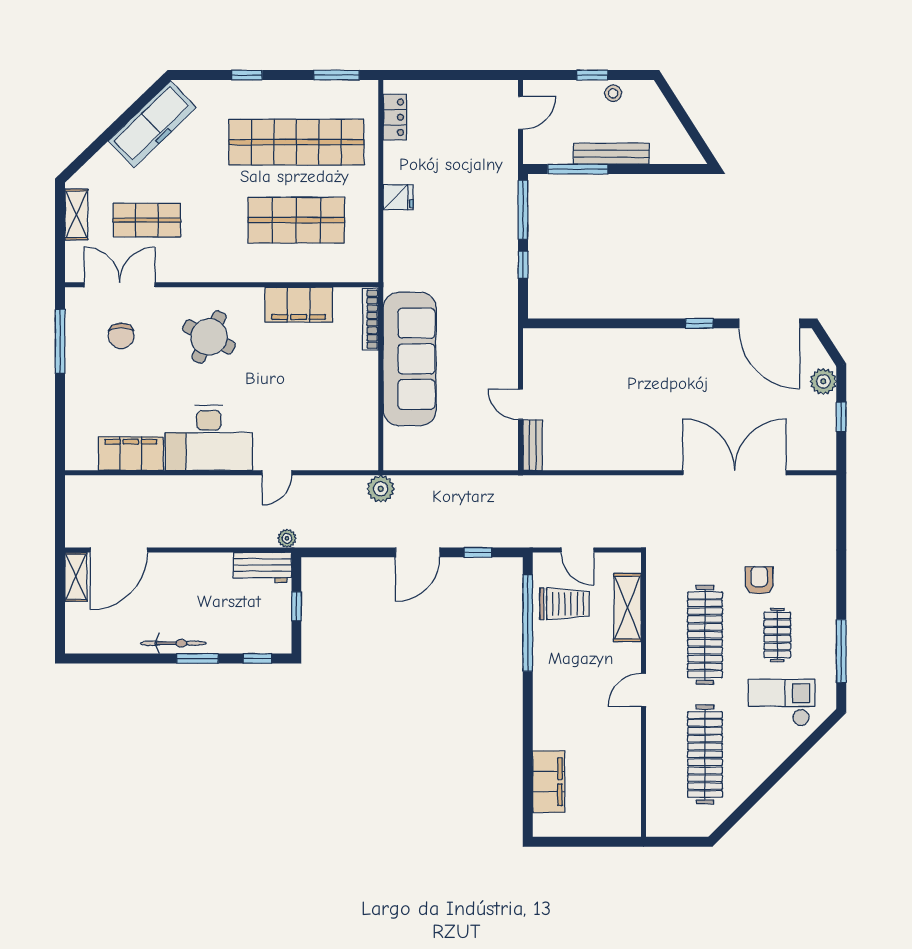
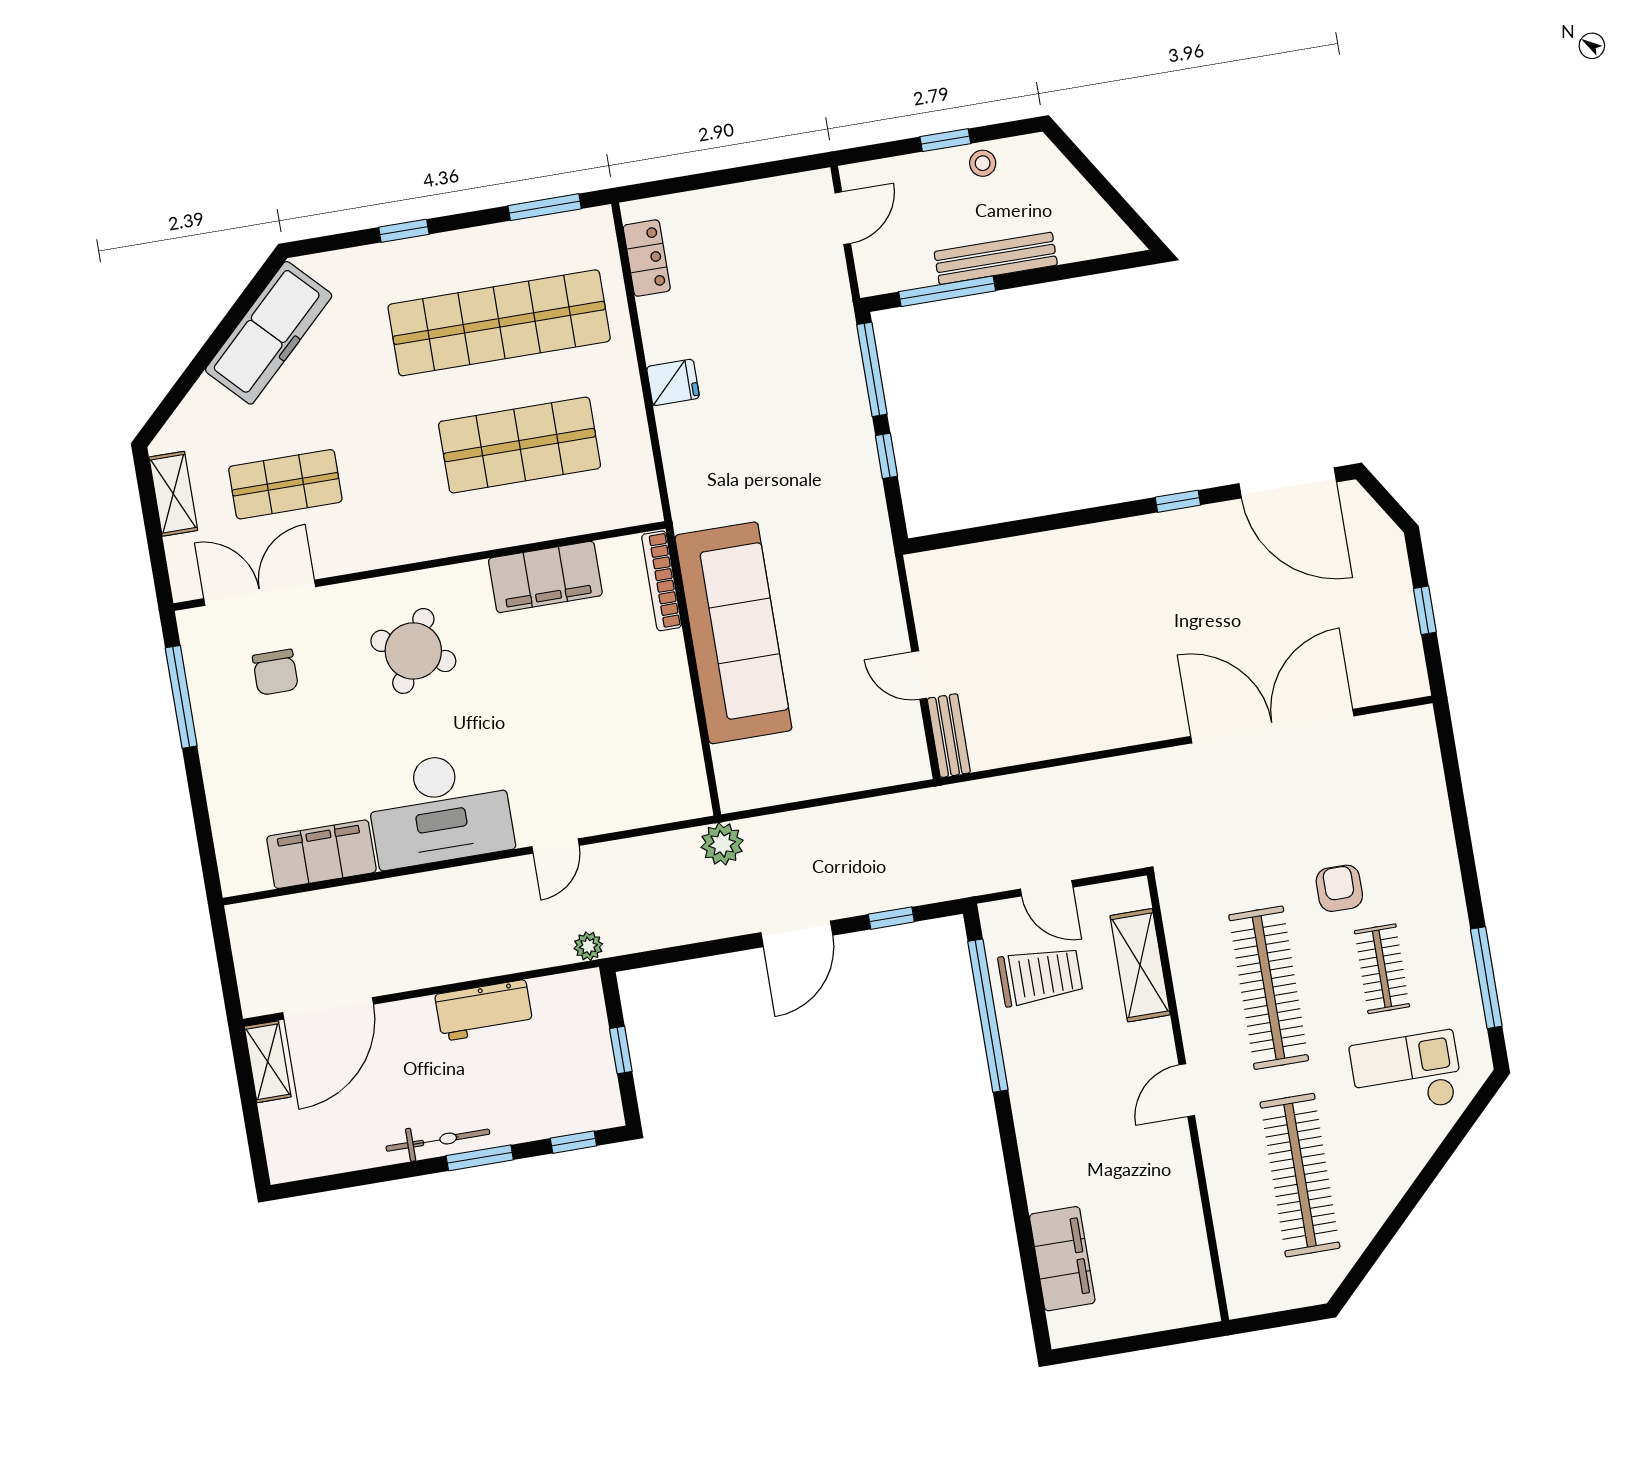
plant: (823, 381) -> (1388, 559), removed
workbench: (262, 567) -> (484, 1010), moved

